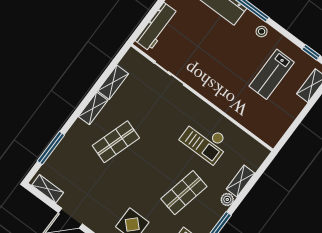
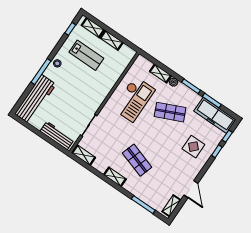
shelving: (113, 82) -> (84, 155), moved
shelving: (292, 112) -> (112, 40), added
checkout: (205, 141) -> (134, 99), width x1.36, depth x1.21
shop shelf: (184, 193) -> (170, 112), turned -36

